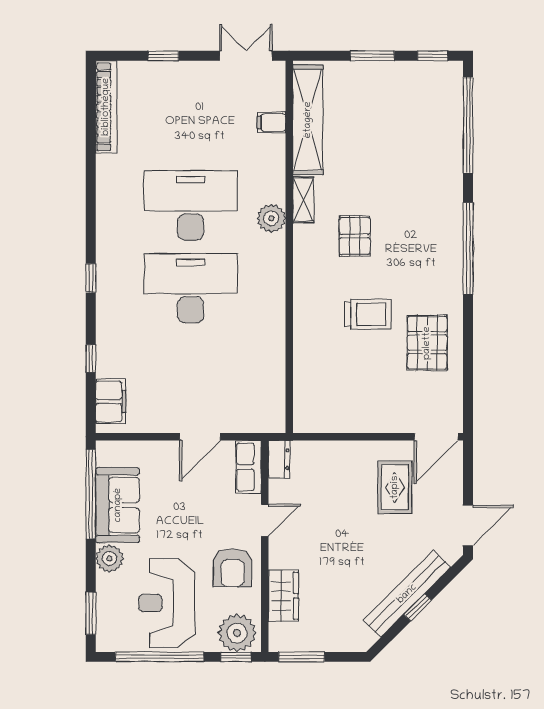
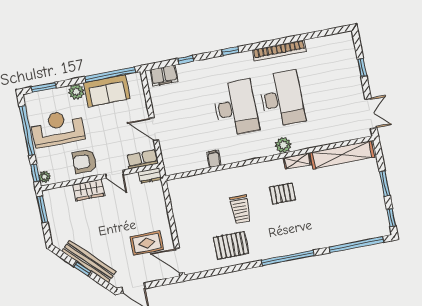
bookcase: (106, 107) -> (279, 51), moved
filing cabinet: (271, 123) -> (214, 159), moved
wardrobe: (283, 596) -> (89, 190), moved
plant: (237, 633) -> (45, 177), width x0.53, depth x0.53

